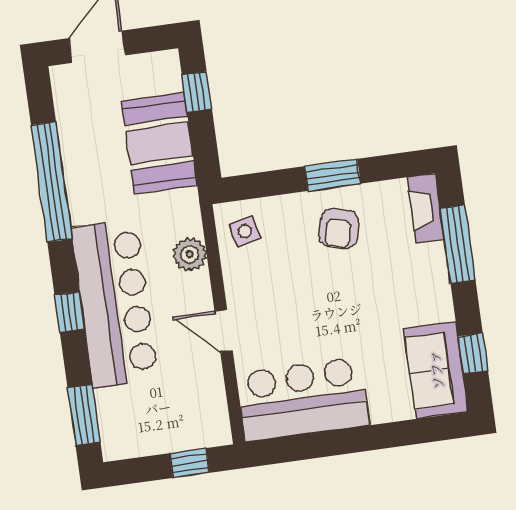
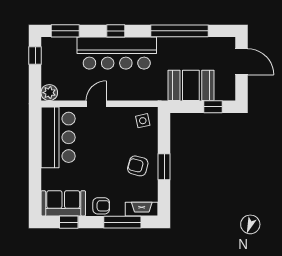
plant: (190, 254) -> (49, 93), moved
armchair: (430, 292) -> (101, 206), added
window: (190, 463) -> (35, 55), moved

